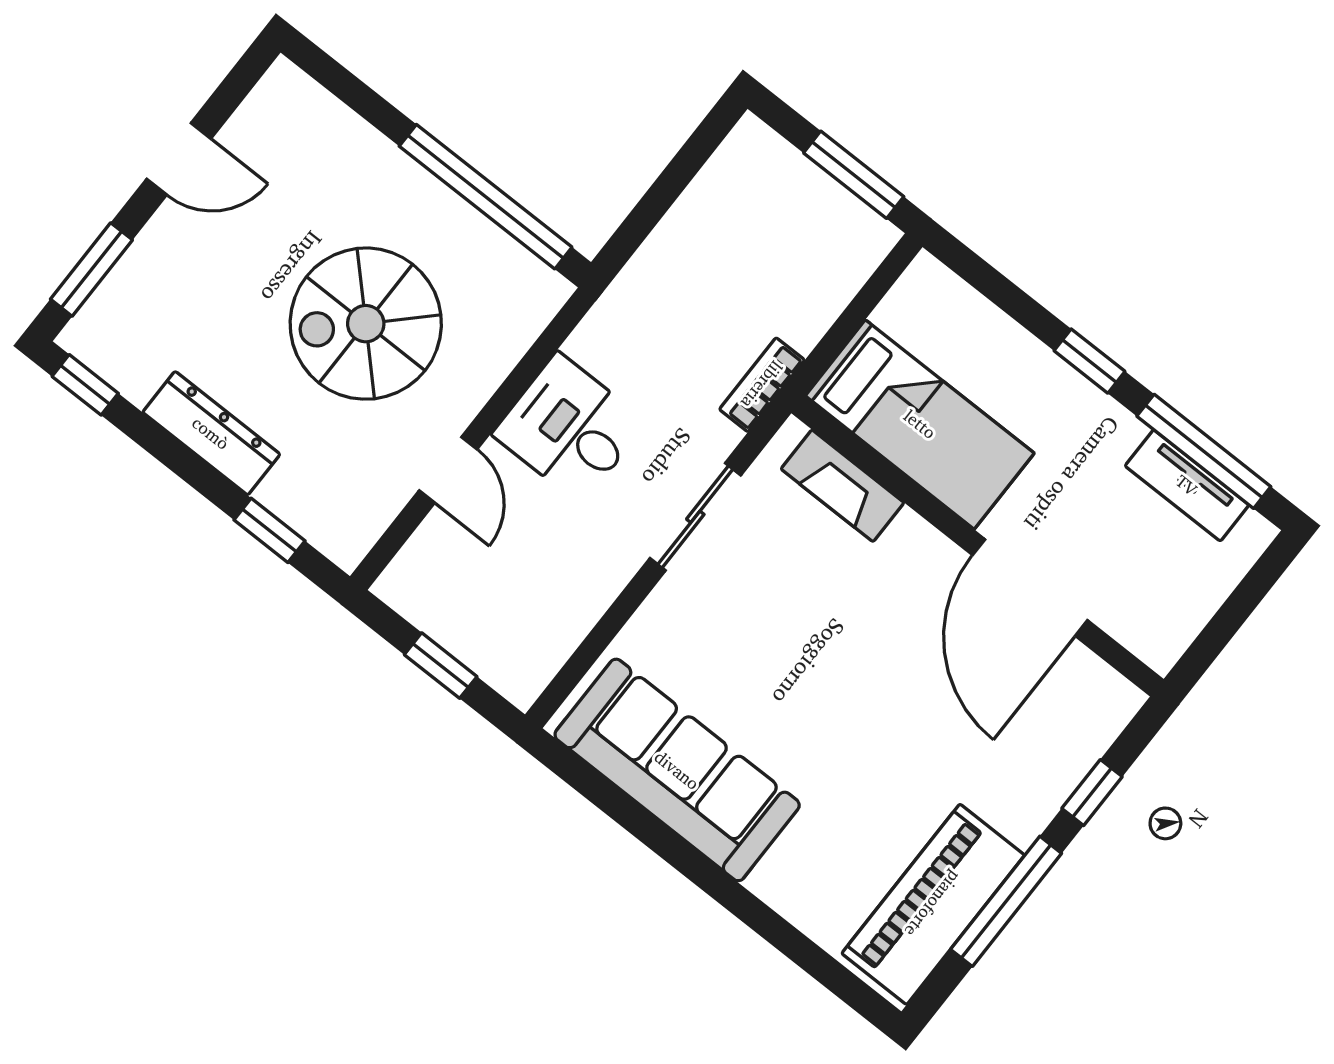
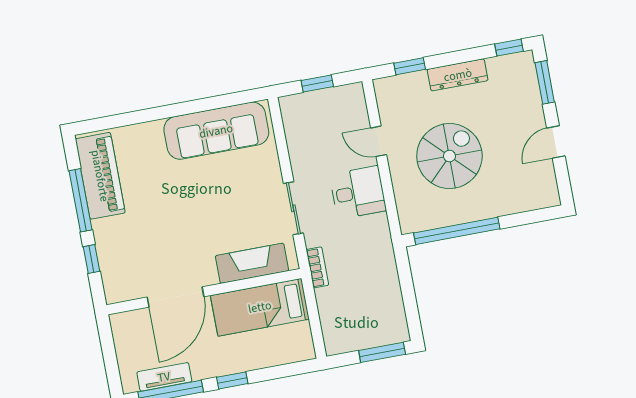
window: (854, 175) -> (382, 352), moved
fireplace: (842, 486) -> (252, 263), width x1.37, depth x1.32
door: (1030, 588) -> (176, 297), swing flipped

